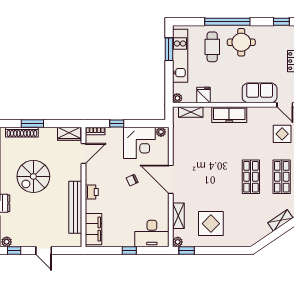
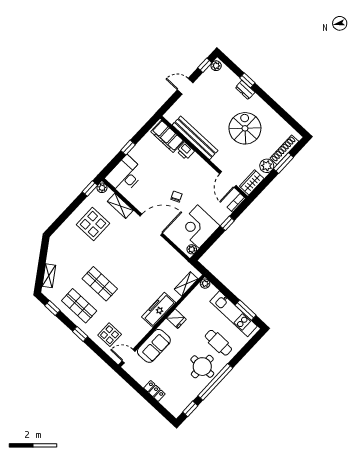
window: (227, 22) -> (215, 382), moved
fridge: (203, 95) -> (176, 319), moved
plant: (46, 134) -> (267, 166), added
printer: (92, 192) -> (185, 151), moved

